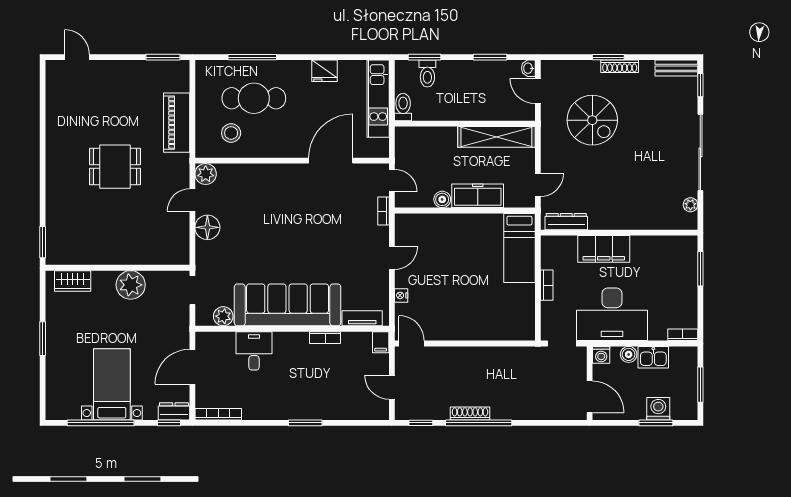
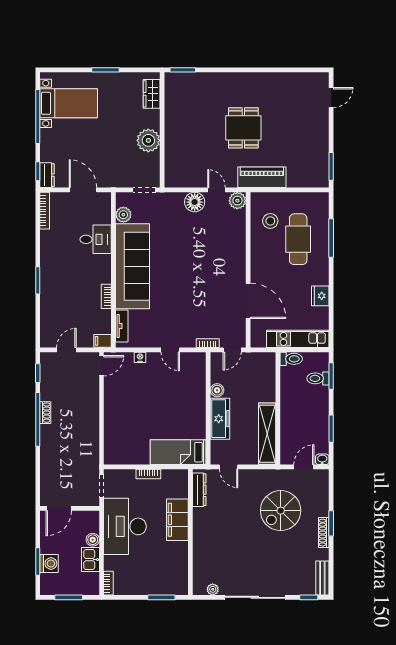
piano: (177, 123) -> (262, 177), moved
washing machine: (601, 355) -> (92, 518), removed
bed with nightstands: (112, 384) -> (69, 103), moved
shoe rack: (470, 414) -> (45, 413), width x0.70

